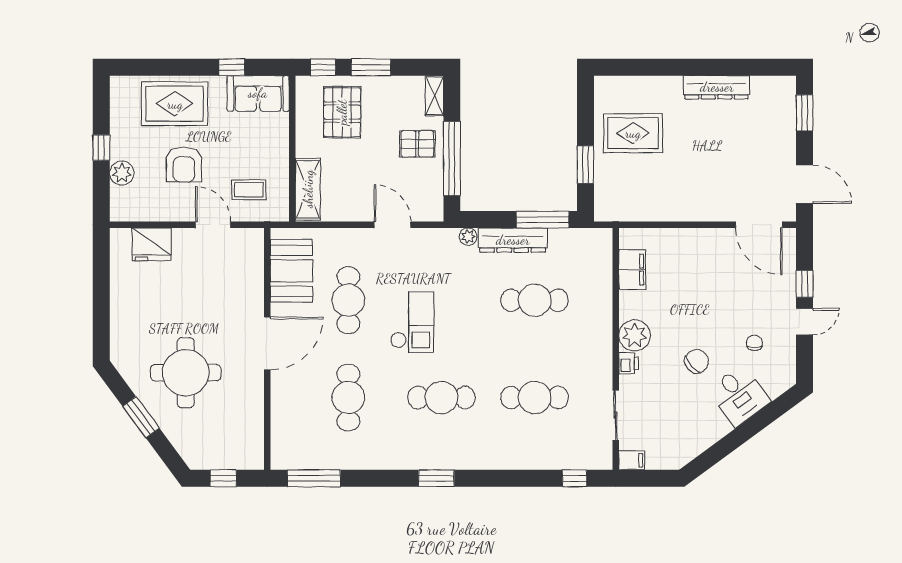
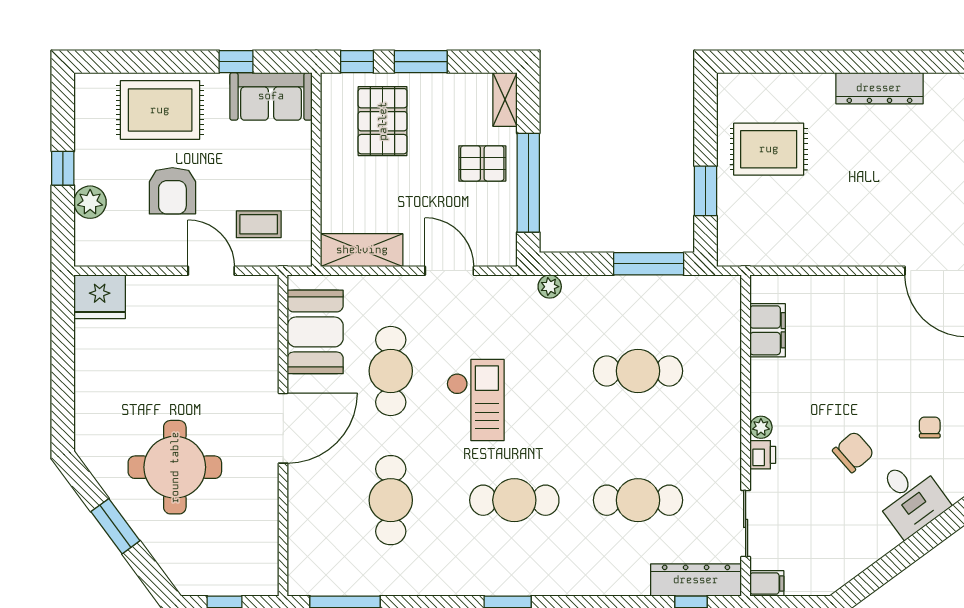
shelving: (308, 189) -> (362, 250), moved, turned 90
dresser: (513, 240) -> (696, 580), moved, turned 180
fridge: (152, 244) -> (100, 297), moved
plant: (635, 335) -> (761, 427), width x0.53, depth x0.53

